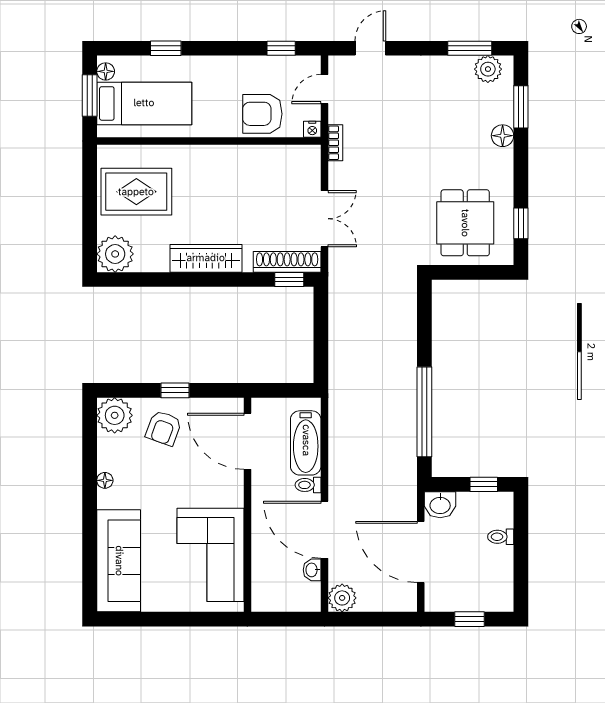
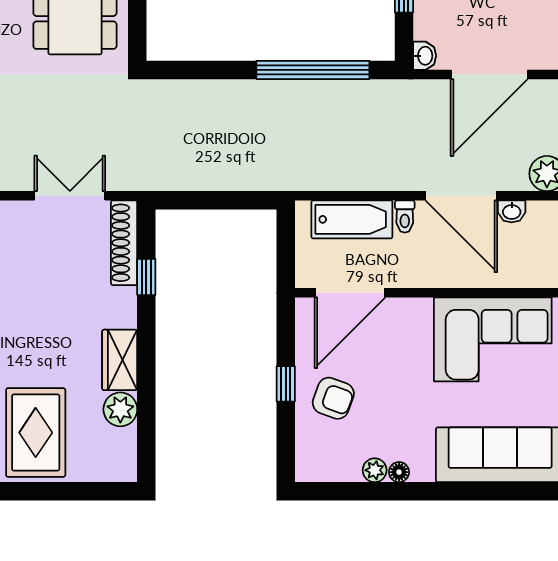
plant: (115, 254) -> (120, 409), moved, width x0.73, depth x0.73
wardrobe: (206, 258) -> (120, 360), width x0.67
window: (289, 280) -> (146, 277), moved
plant: (115, 415) -> (375, 470), moved, width x0.53, depth x0.53
washbasin: (440, 505) -> (425, 56), width x0.72, depth x0.69
door: (325, 530) -> (461, 196), hinge flipped

